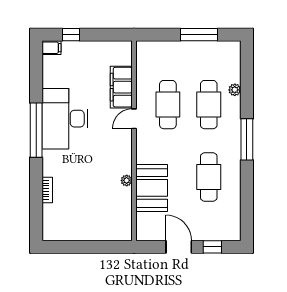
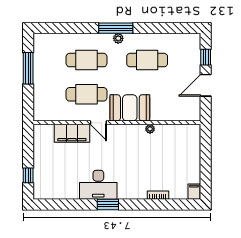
filing cabinet: (52, 48) -> (194, 192), moved
plant: (235, 90) -> (118, 38), moved
desk: (65, 119) -> (98, 185), width x0.73, depth x0.77
window: (36, 130) -> (108, 204), width x0.47
booth: (152, 188) -> (130, 108), moved

